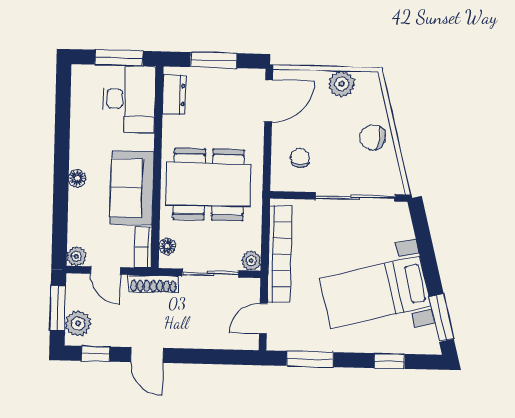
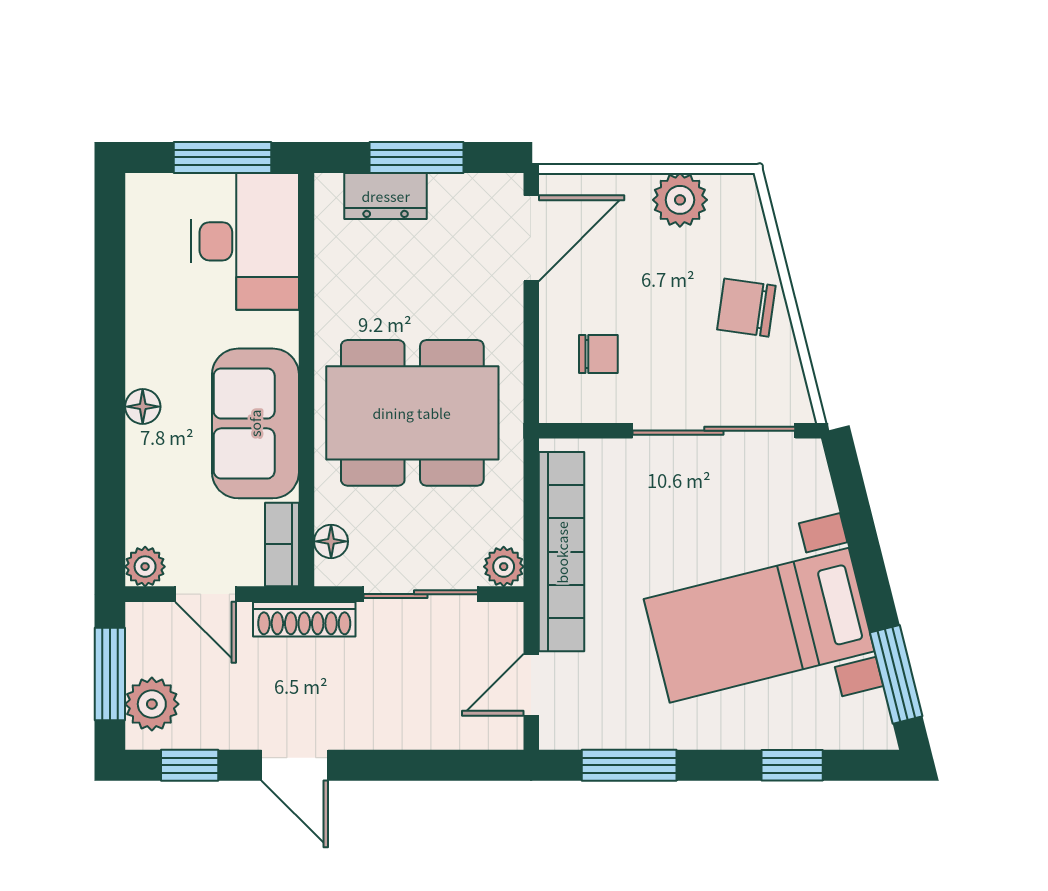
dresser: (174, 95) -> (386, 196), moved, turned 90
chair: (300, 158) -> (598, 354), turned 90

